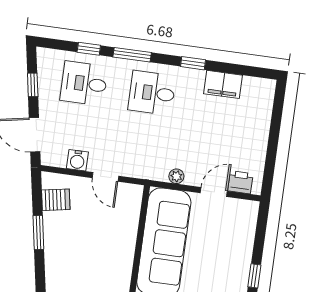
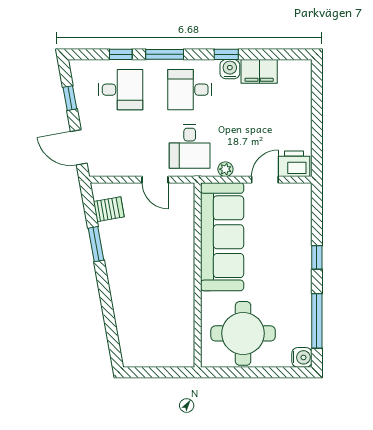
desk: (84, 83) -> (121, 90), turned 180
desk: (144, 149) -> (190, 146), added
water cooler: (77, 160) -> (230, 69), moved, turned 180
printer: (240, 182) -> (294, 164), width x1.36, depth x1.24

